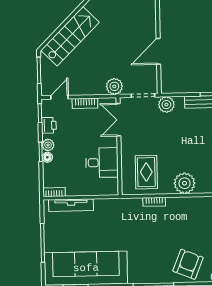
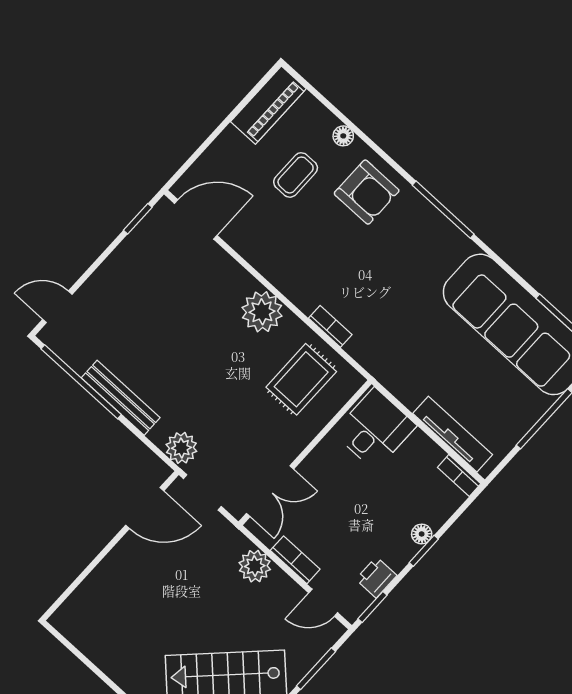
door: (158, 51) -> (145, 508), moved
plant: (114, 86) -> (255, 566), moved
plant: (48, 145) -> (404, 550), removed
desk: (102, 163) -> (375, 429), moved, turned 90
armchair: (188, 264) -> (367, 192), turned -112

